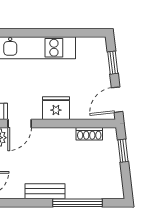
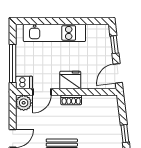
shoe rack: (89, 134) -> (71, 100), moved
window: (123, 151) -> (125, 134), moved

